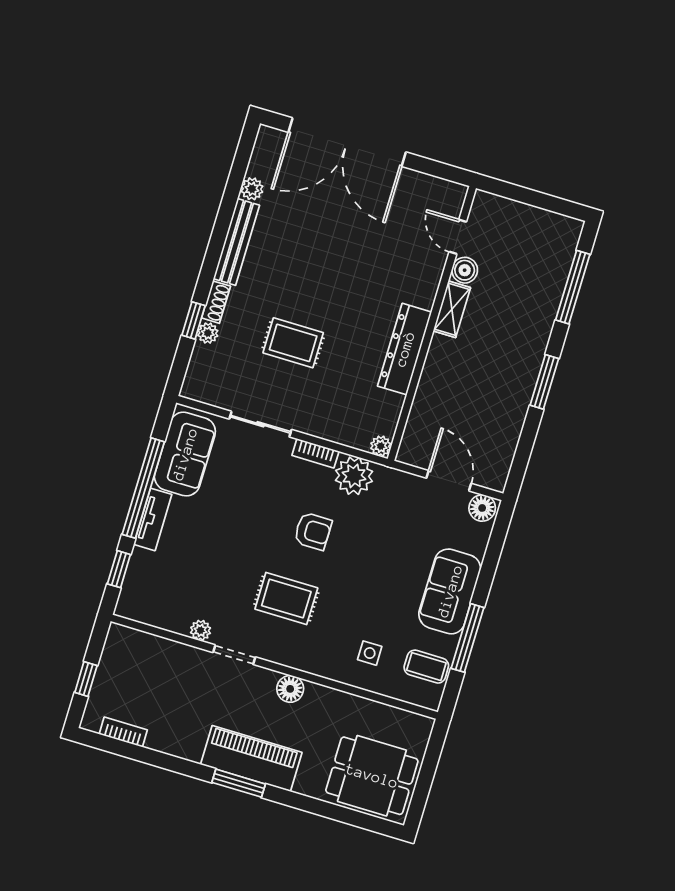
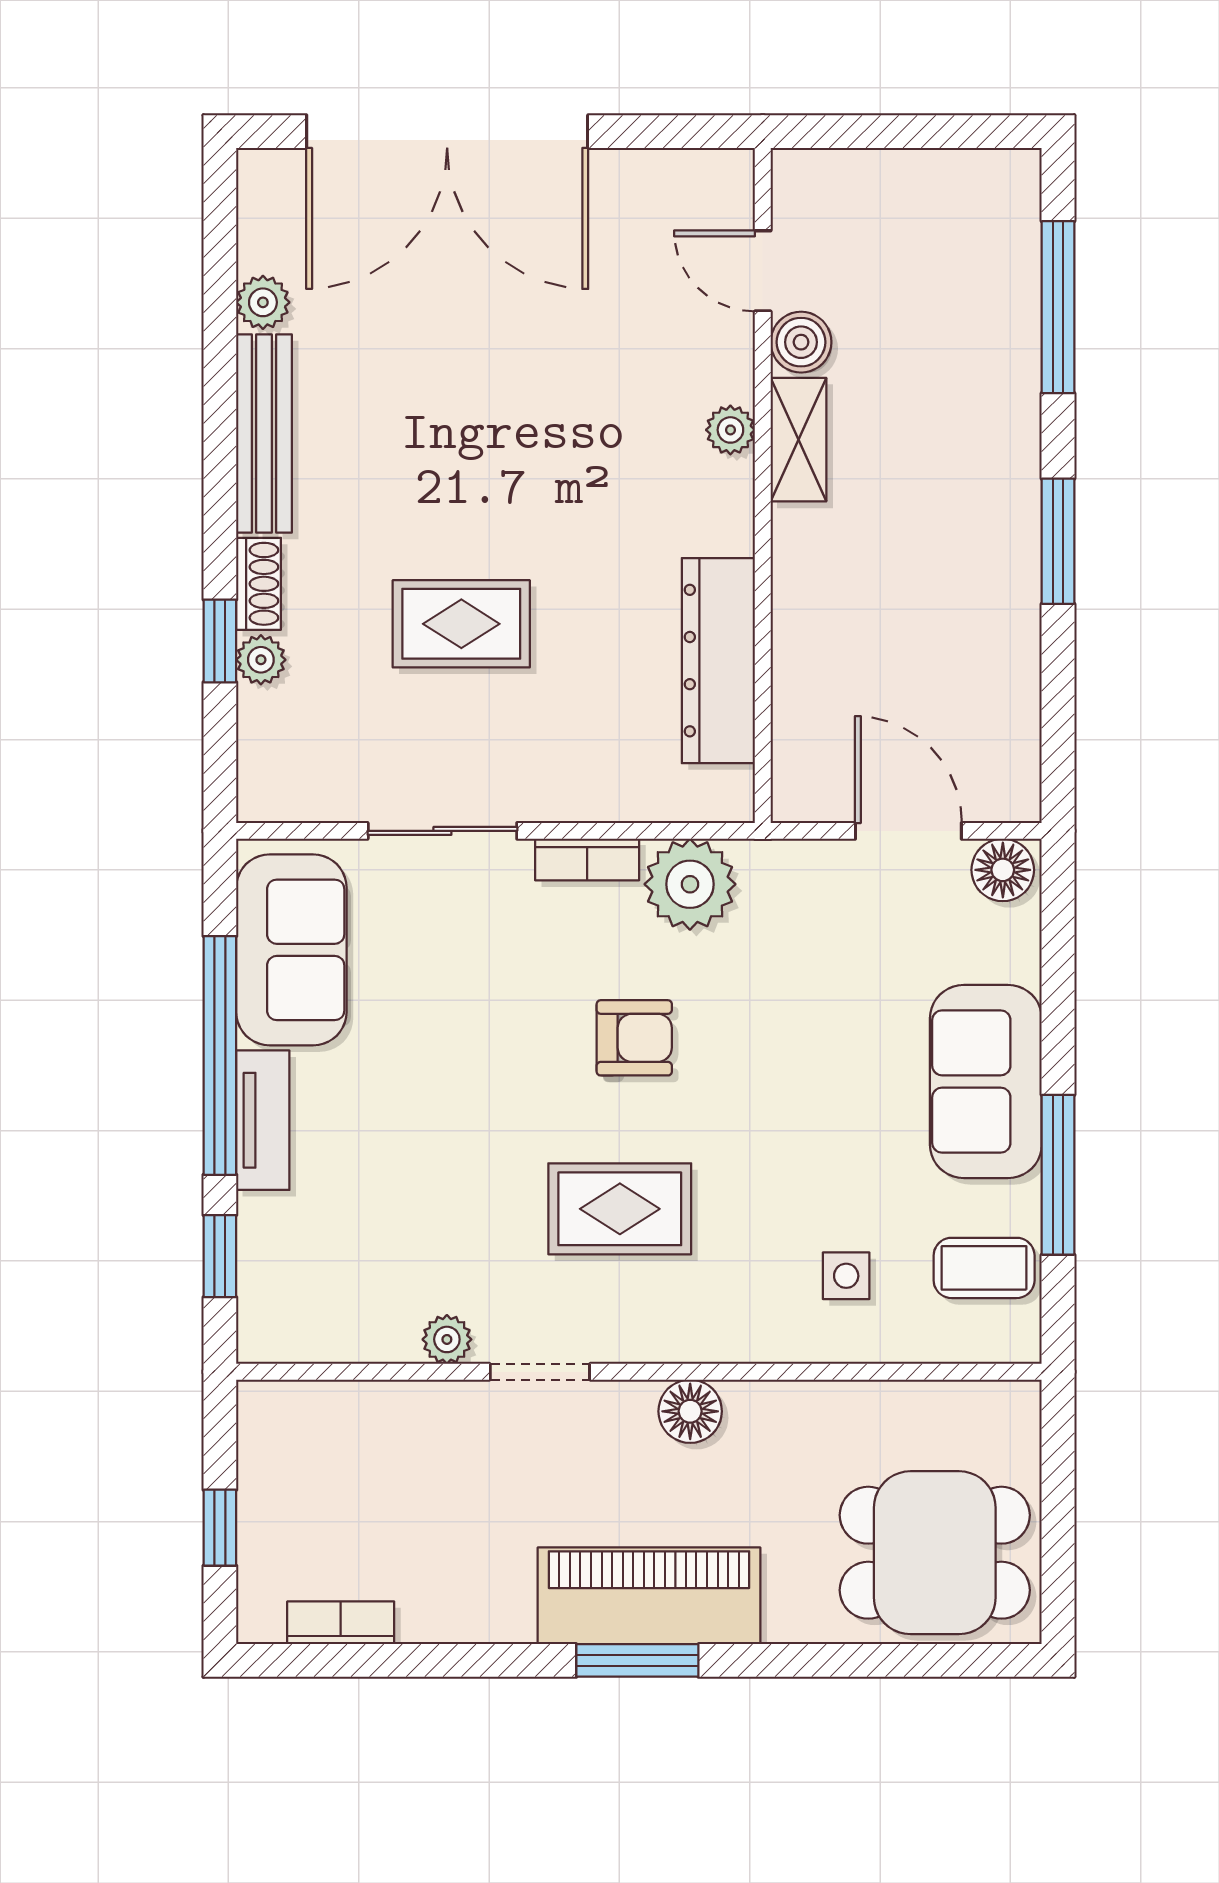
dresser: (405, 349) -> (718, 661), moved
plant: (381, 446) -> (730, 430), moved

